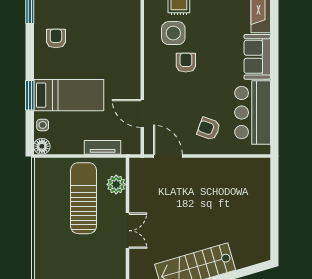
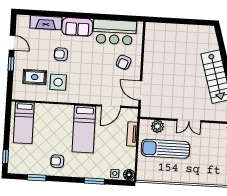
armchair: (186, 63) -> (61, 54), moved
bed: (69, 95) -> (84, 129), moved, turned 180
door: (168, 156) -> (140, 91), hinge flipped
double door: (127, 231) -> (189, 121), swing flipped

